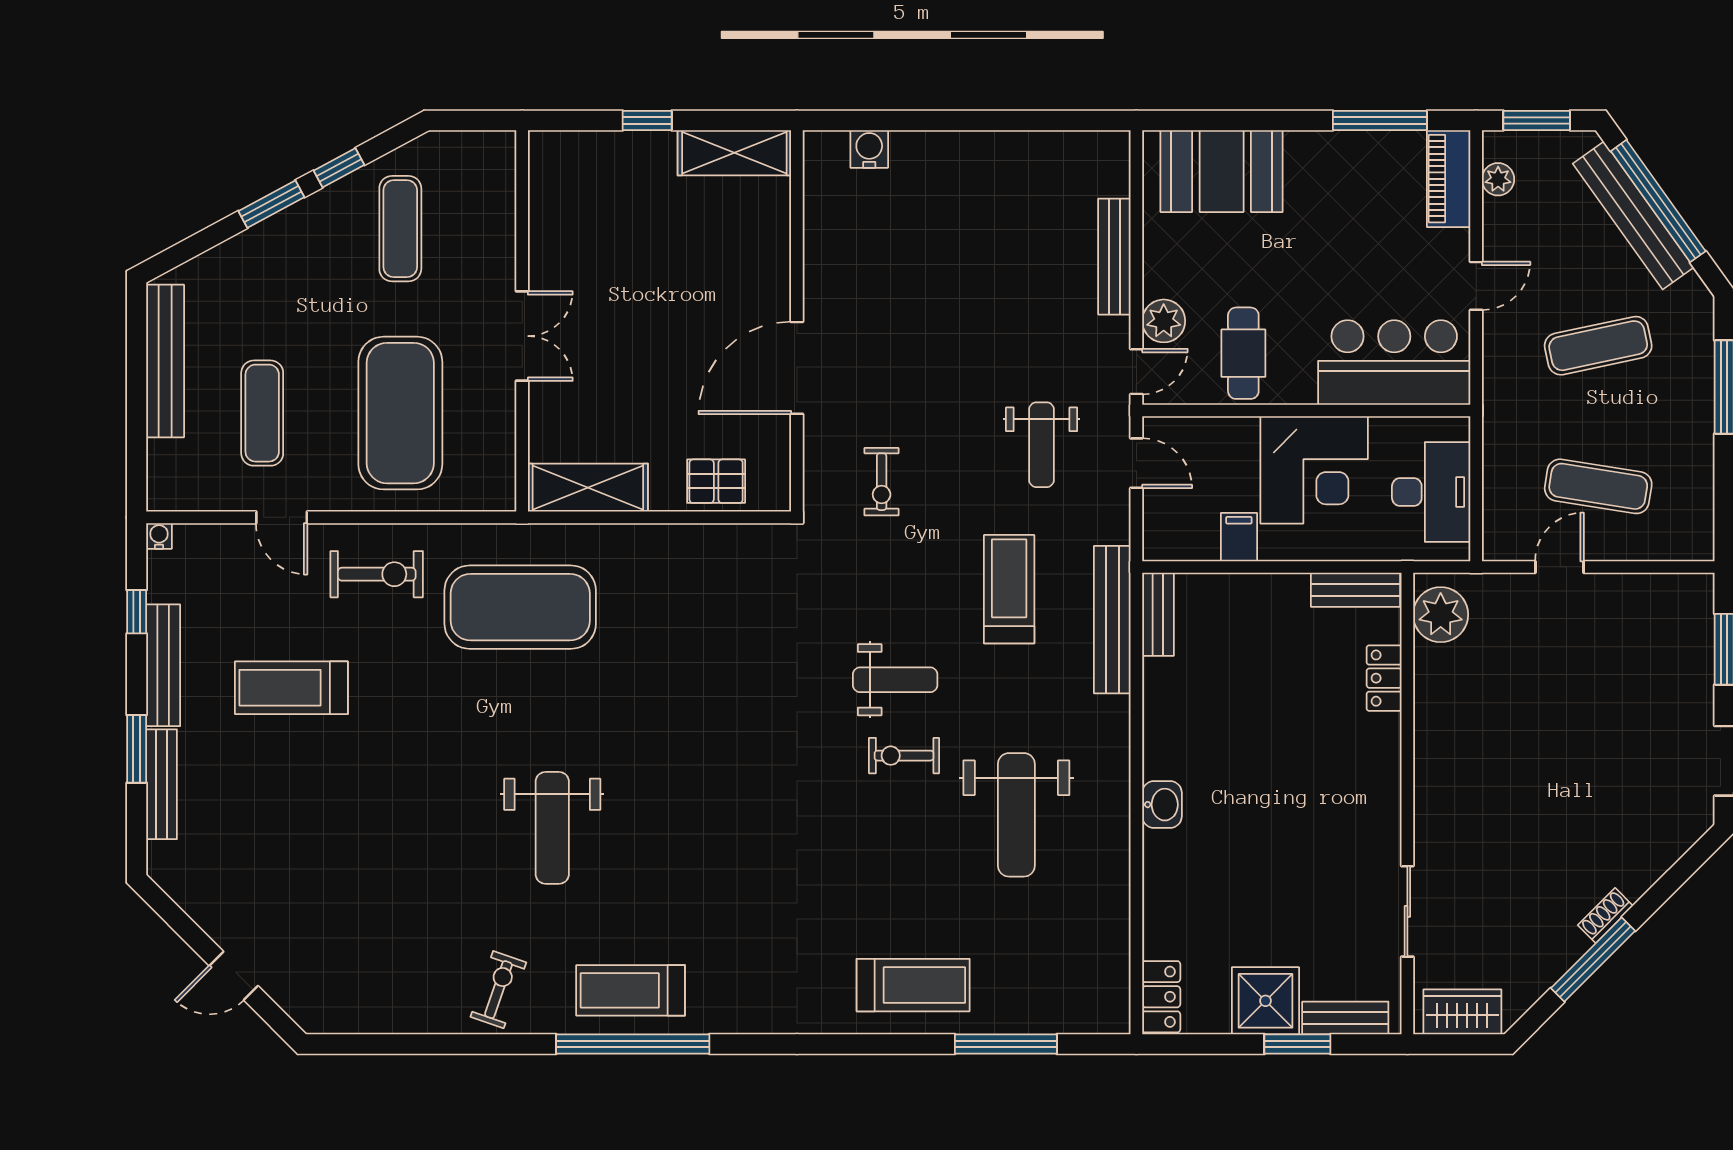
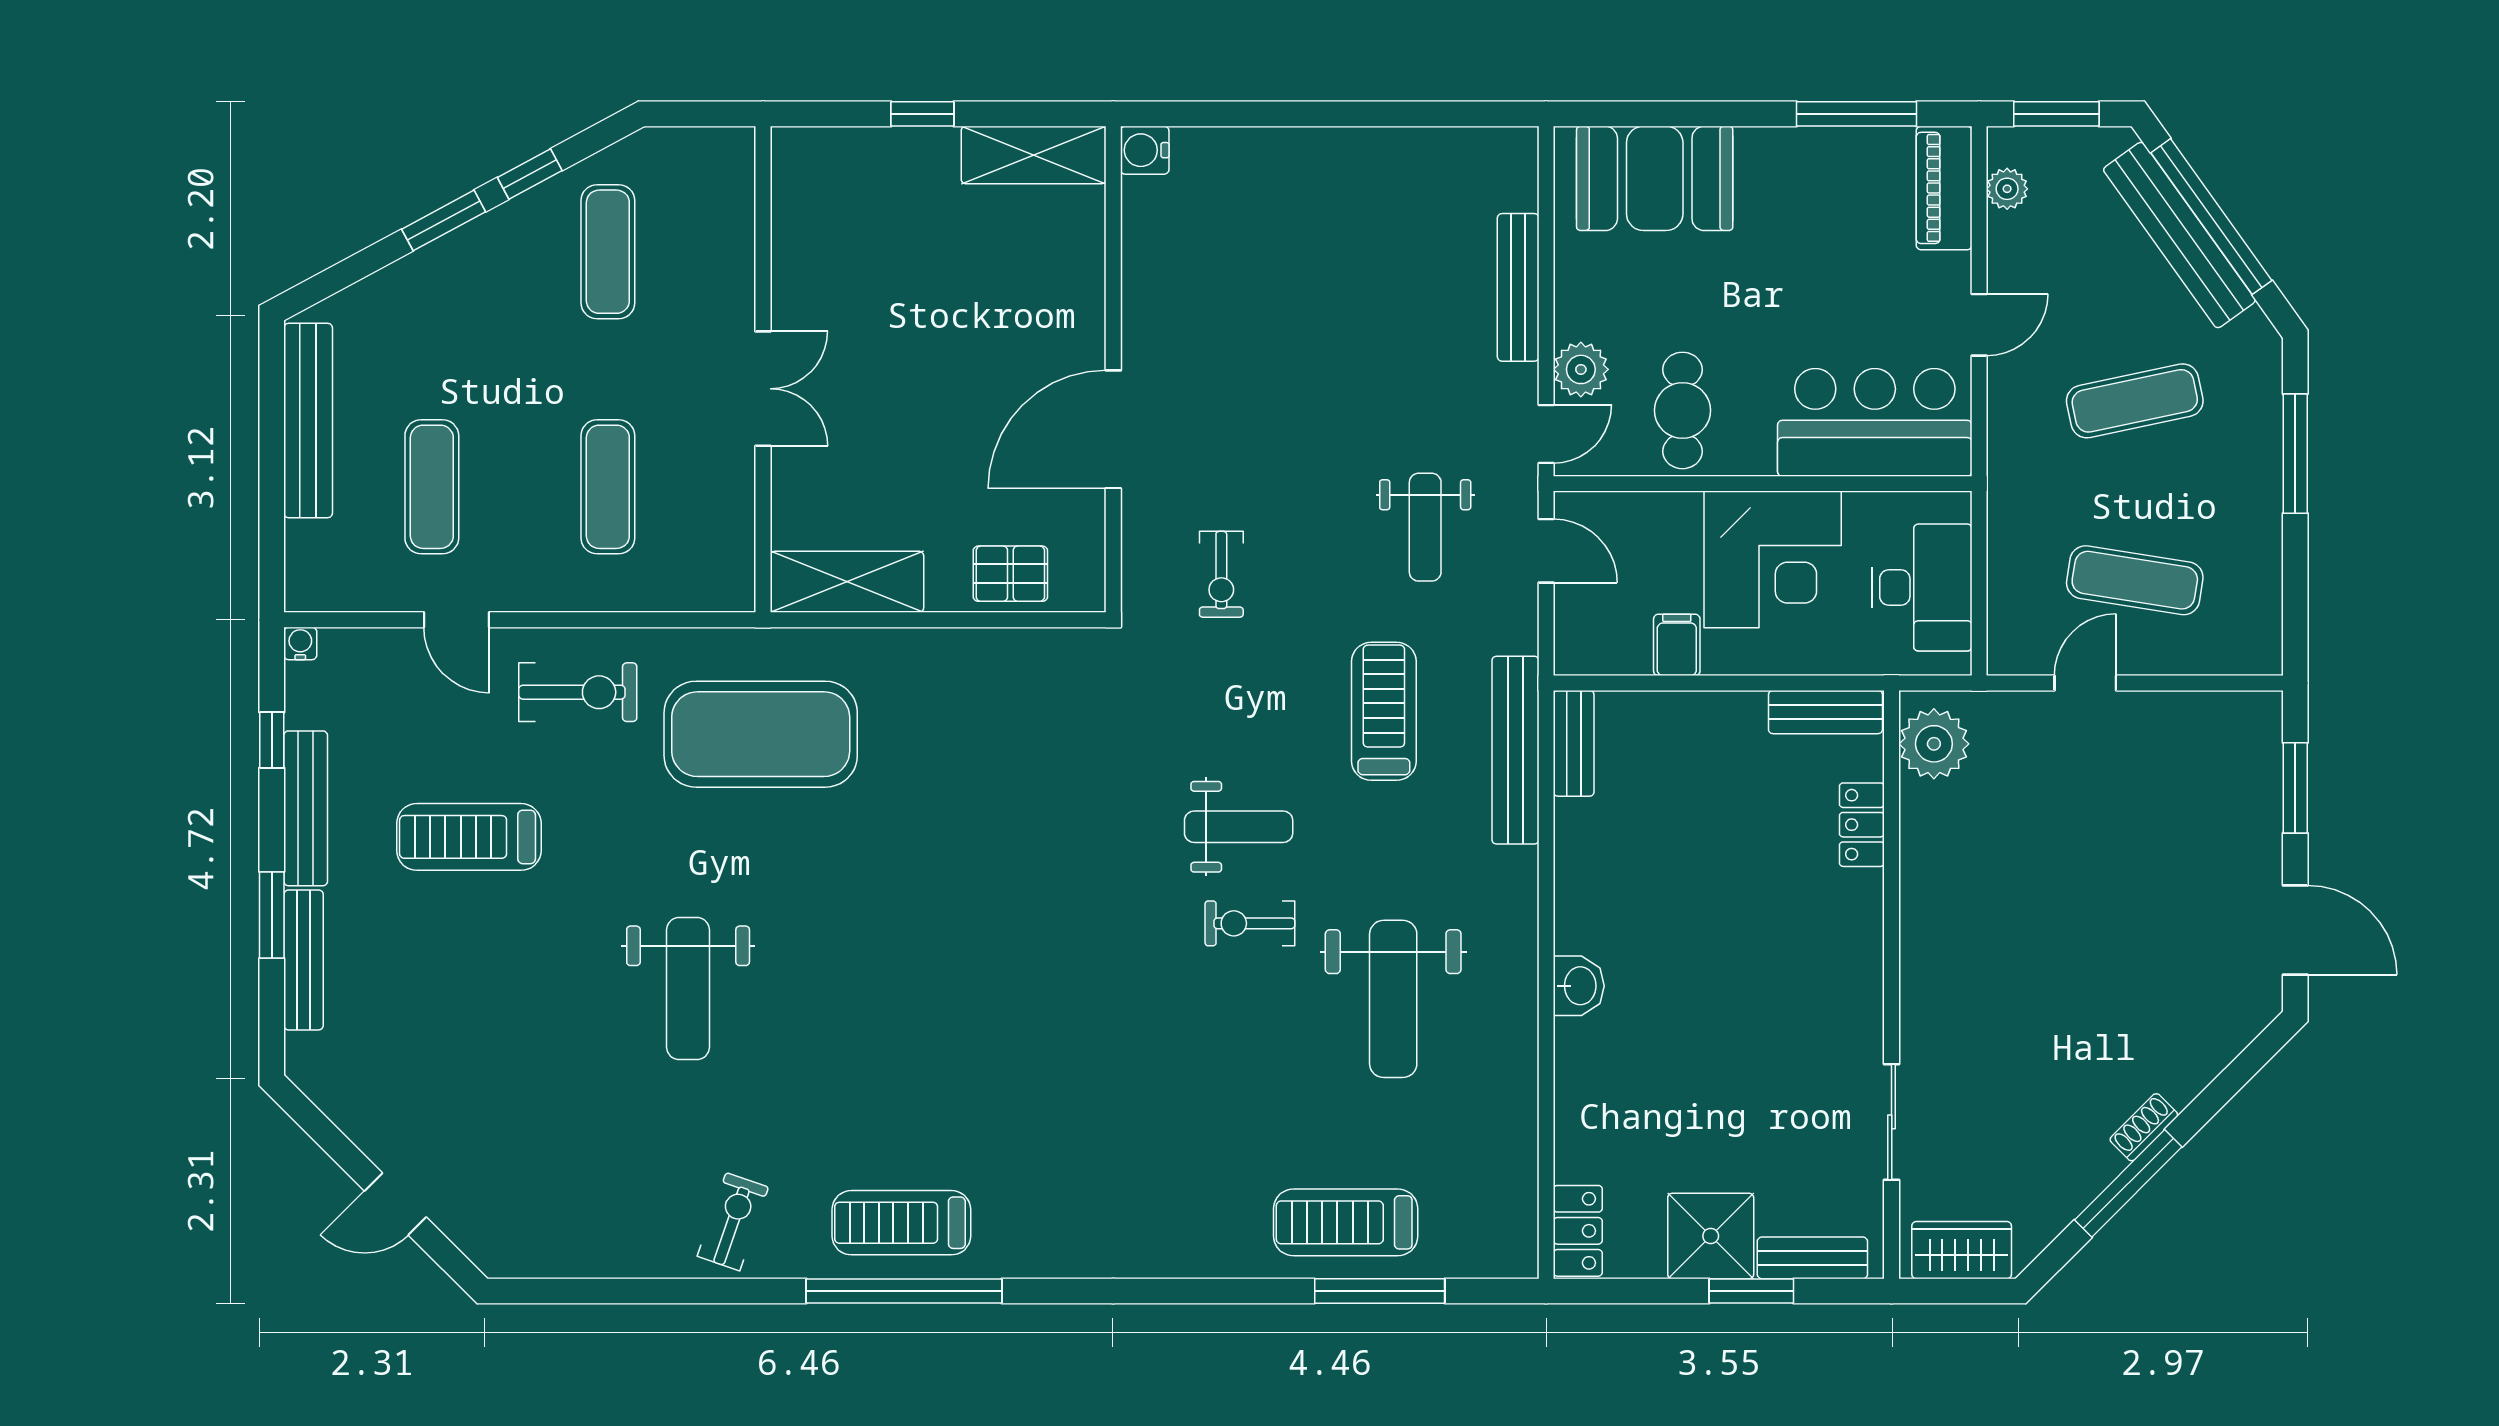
water cooler: (869, 149) -> (1145, 150), moved, turned -90
exercise mat: (400, 413) -> (608, 487), width x0.50, depth x0.69
weight bench: (552, 828) -> (688, 989), moved
treadmill: (913, 985) -> (1346, 1222), moved, turned 180

